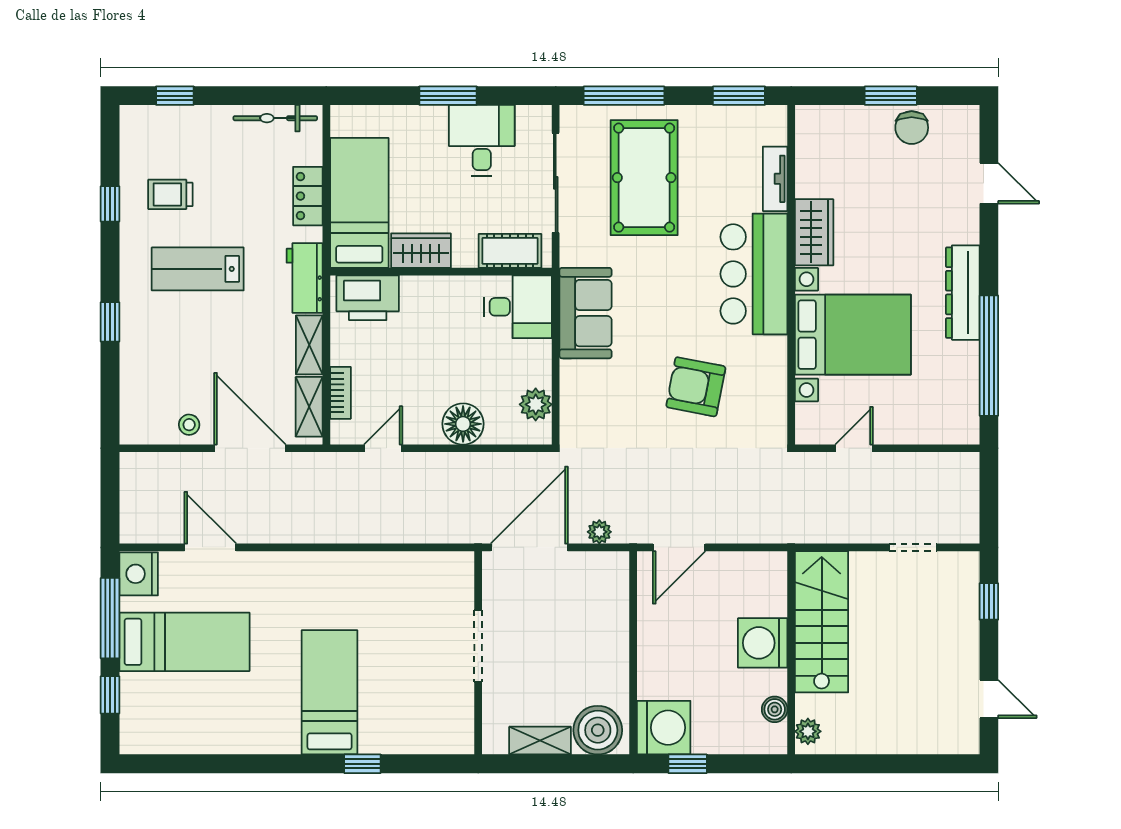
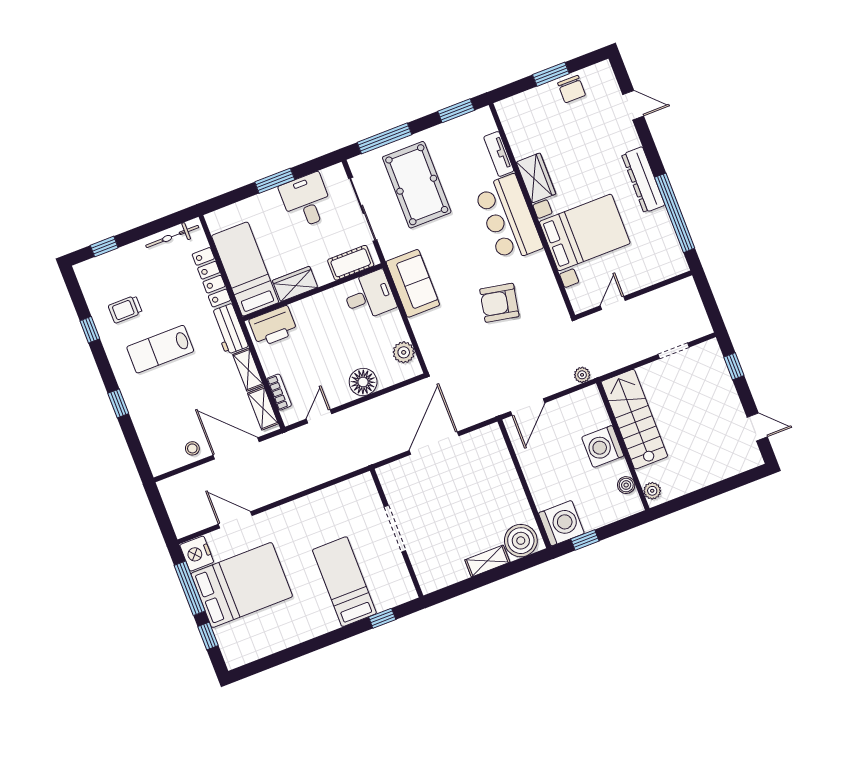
locker: (308, 196) -> (211, 277), width x1.53
plant: (599, 532) -> (582, 375), moved
bed: (184, 642) -> (242, 585), width x1.50
doorway: (478, 646) -> (395, 529), moved
wall: (478, 653) -> (397, 533), moved

